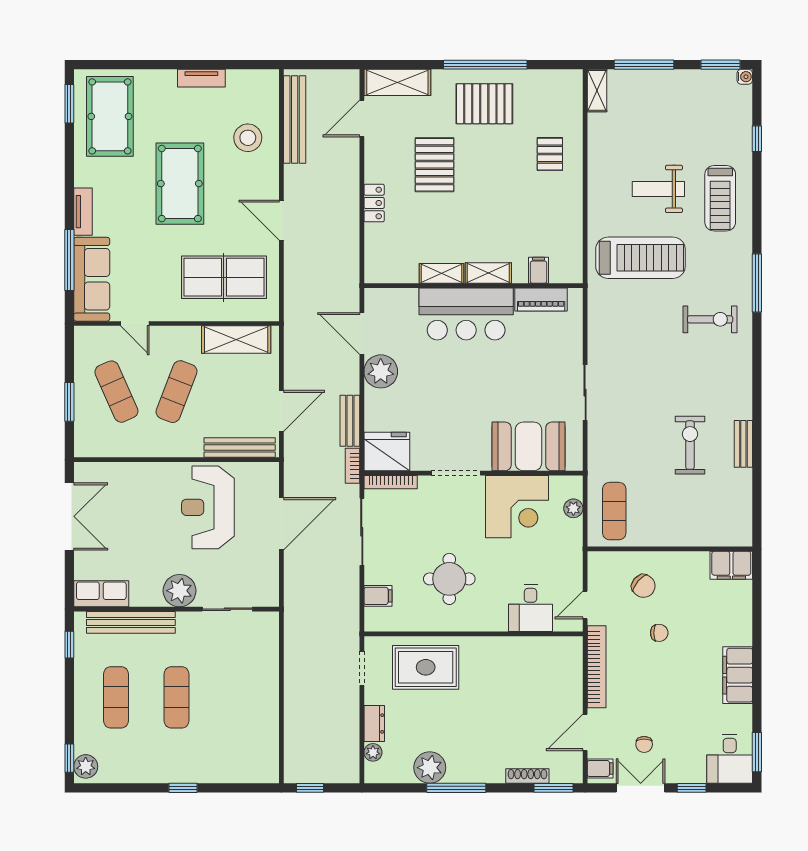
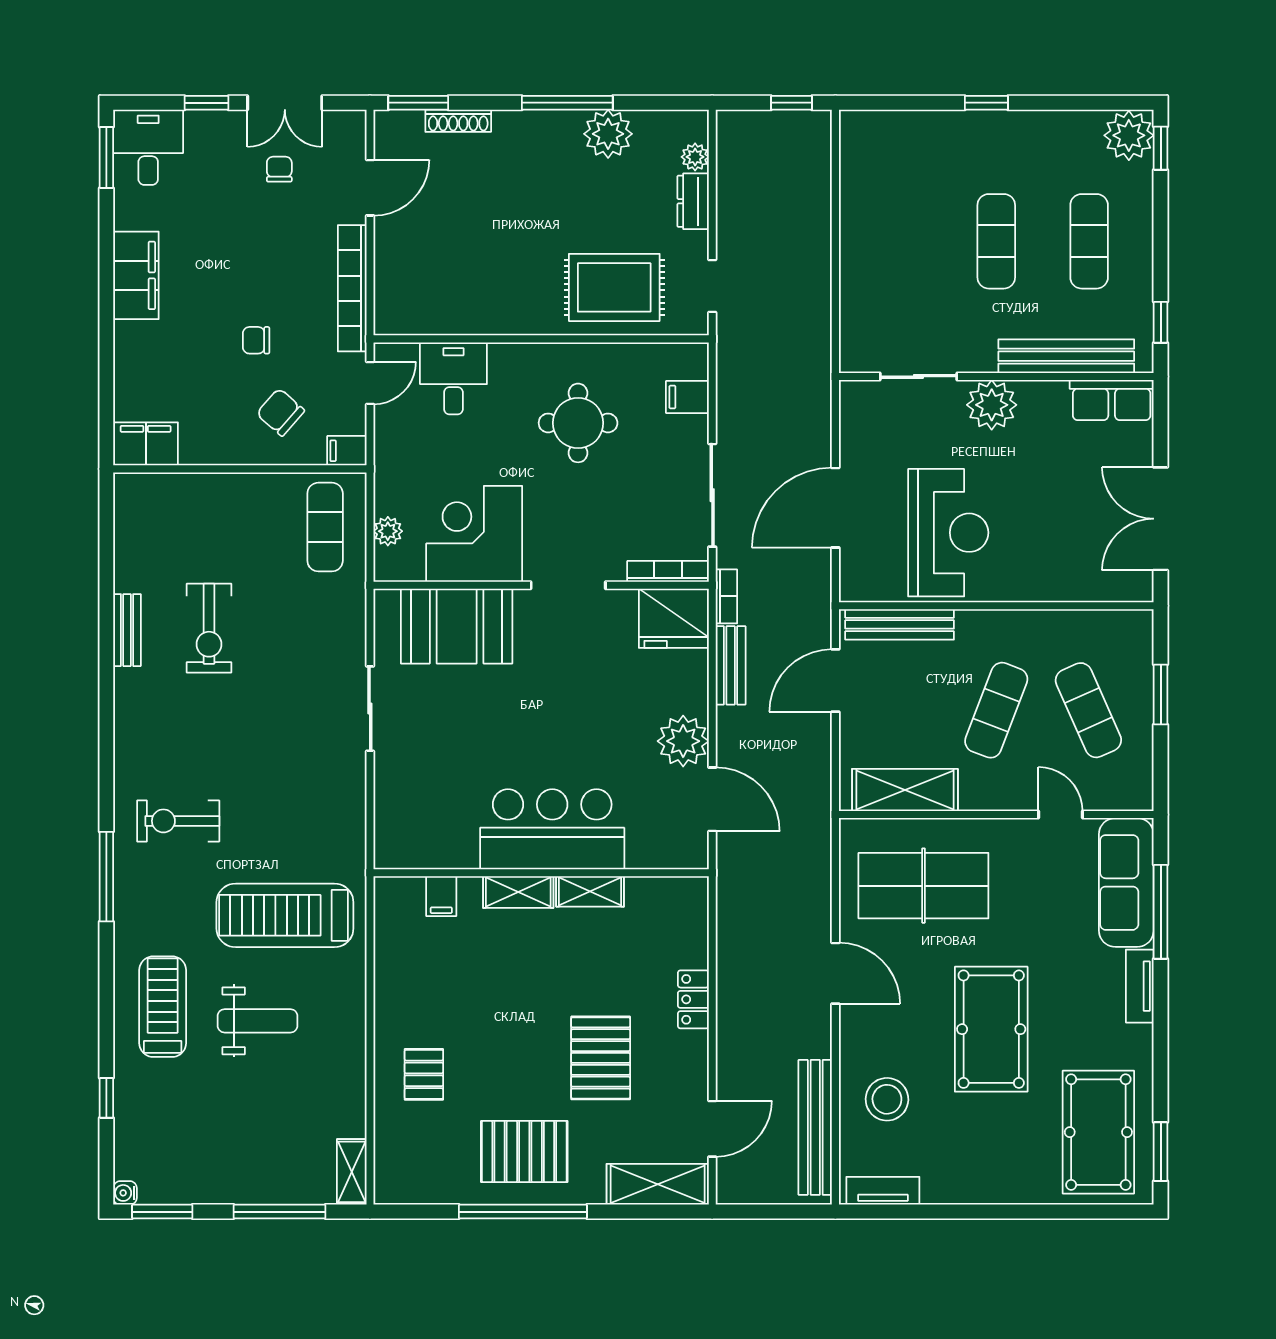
tv unit: (201, 78) -> (883, 1191), moved
piano: (541, 299) -> (437, 851), removed
plant: (86, 766) -> (1129, 135), width x1.36, depth x1.36
filing cabinet: (600, 769) -> (347, 451), moved

